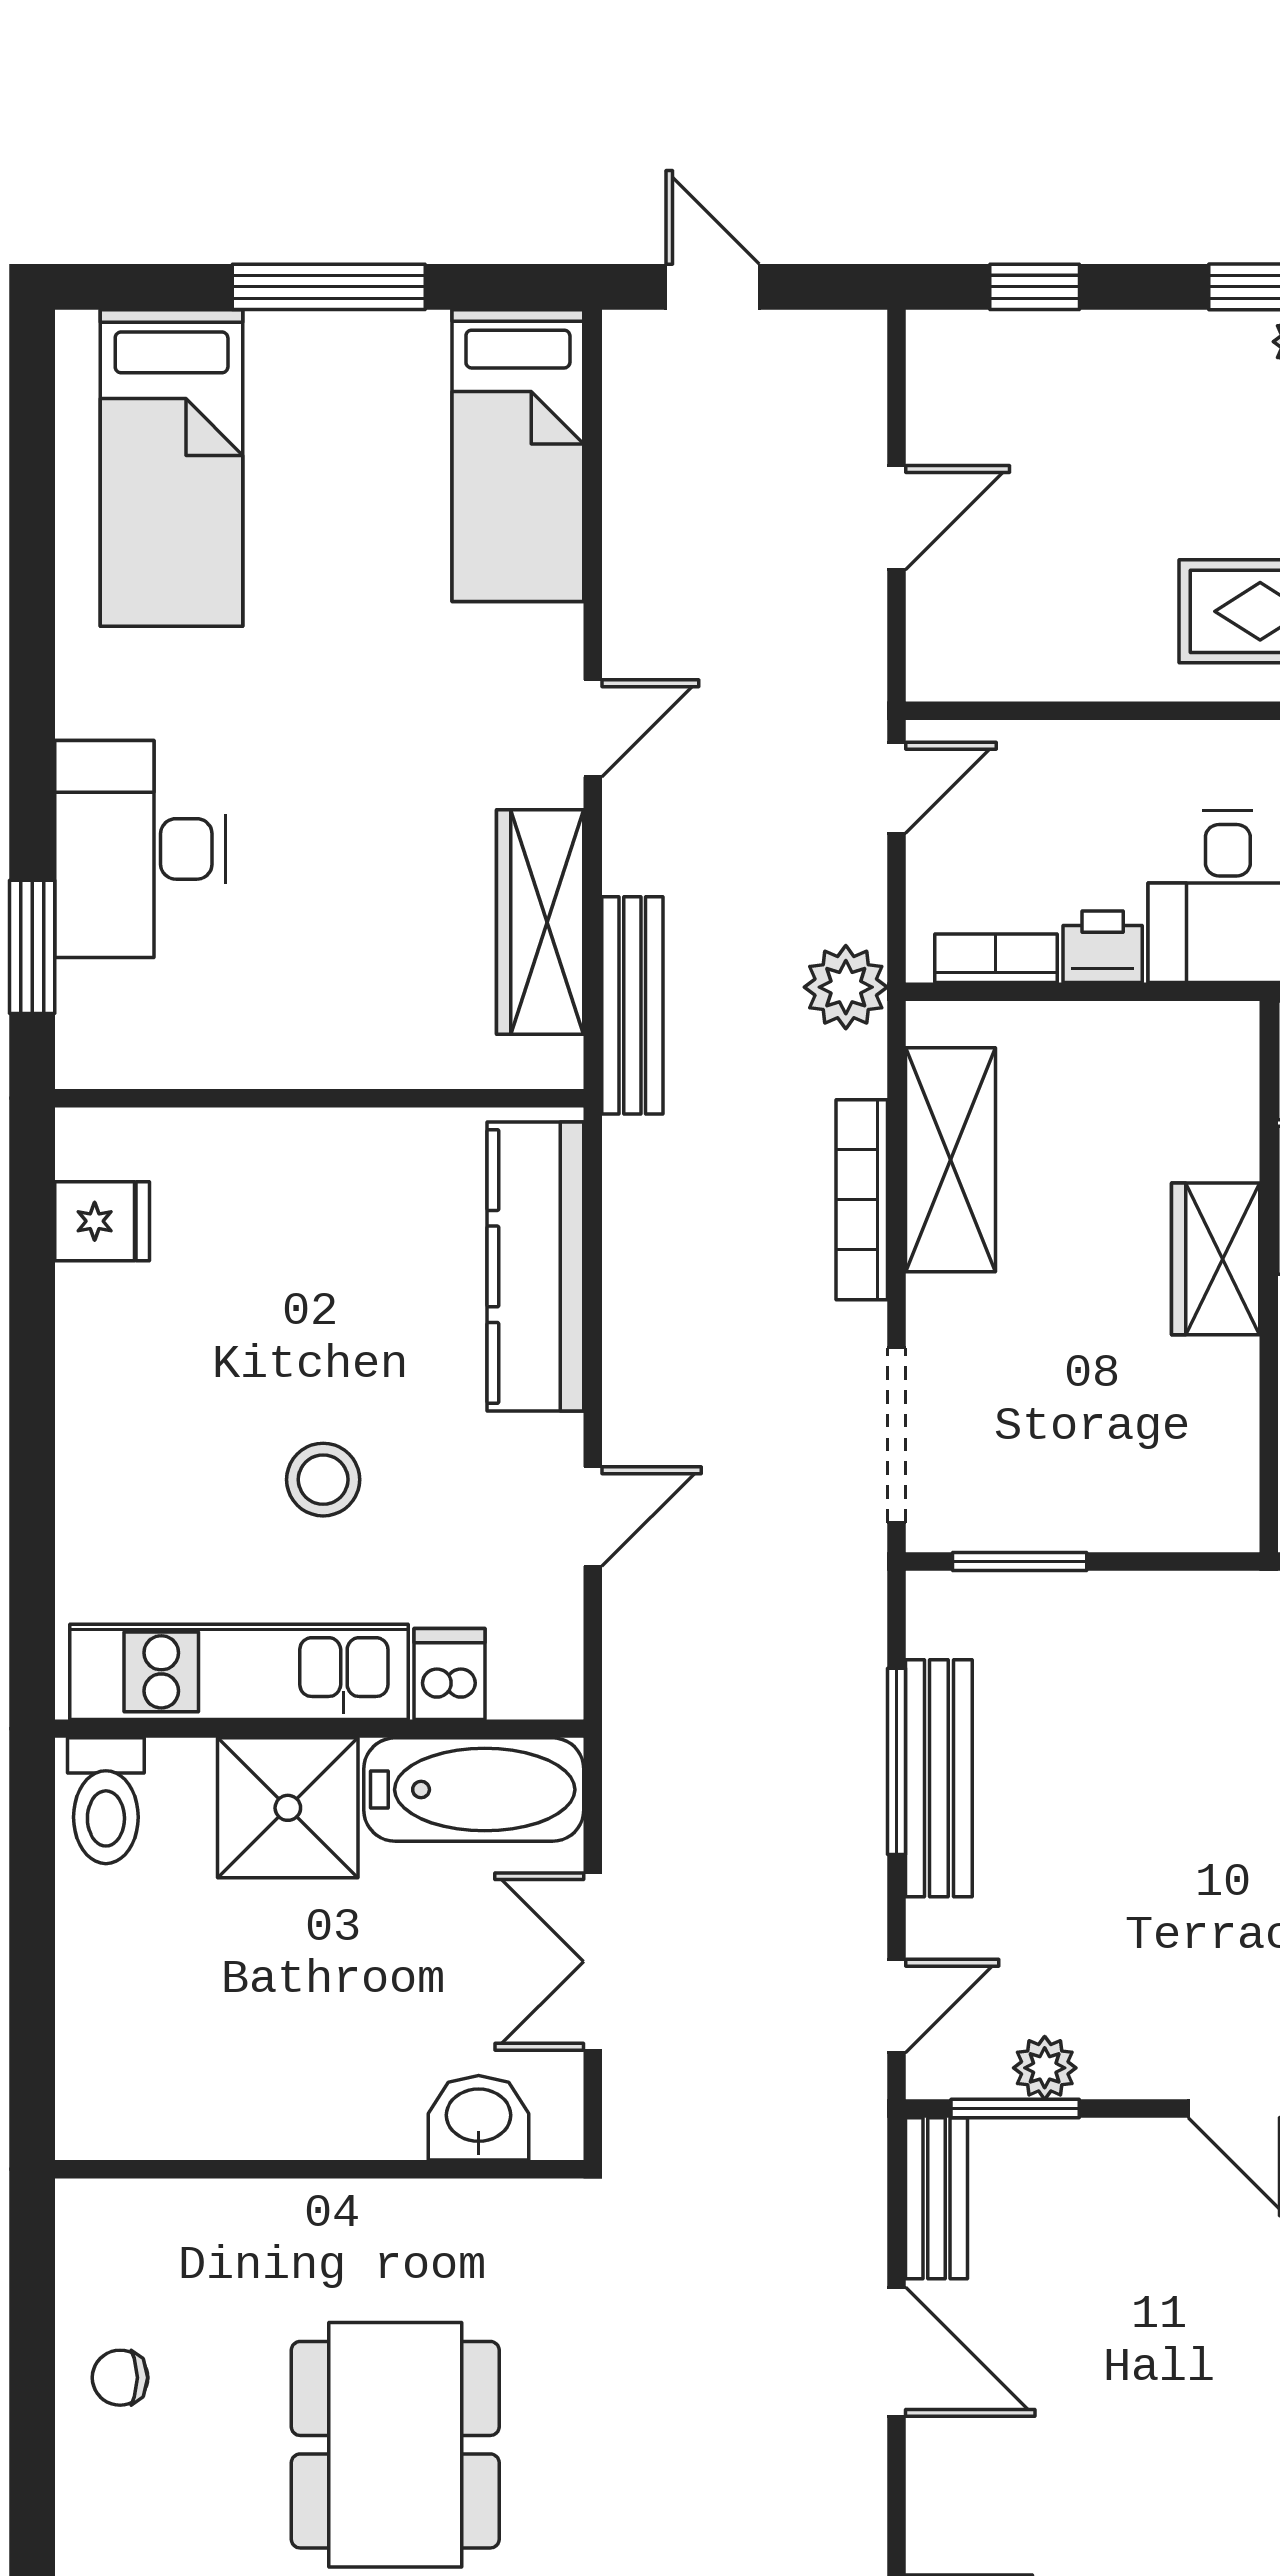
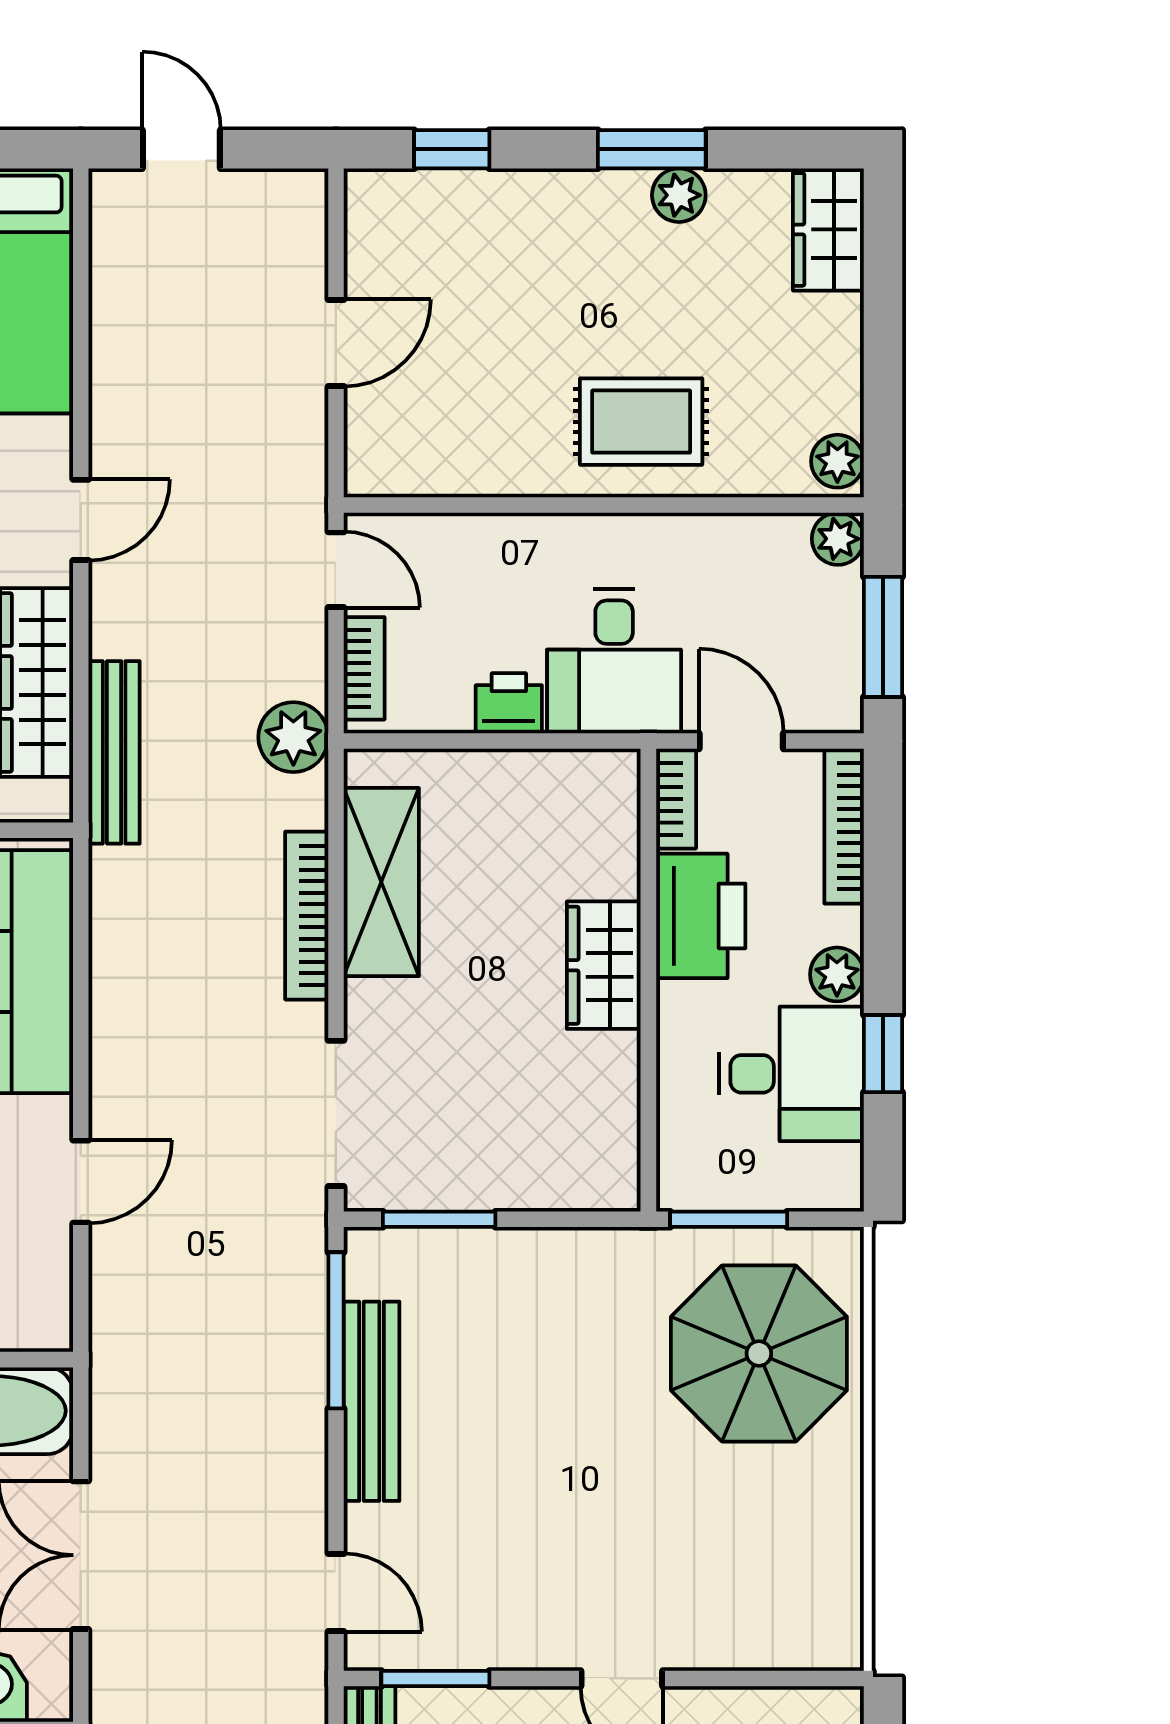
door: (897, 788) -> (336, 570), hinge flipped
bookcase: (996, 958) -> (364, 668), moved, turned 90
window: (897, 1761) -> (336, 1330), moved
door: (897, 2006) -> (336, 1592), hinge flipped
plant: (1045, 2068) -> (460, 1644), removed

